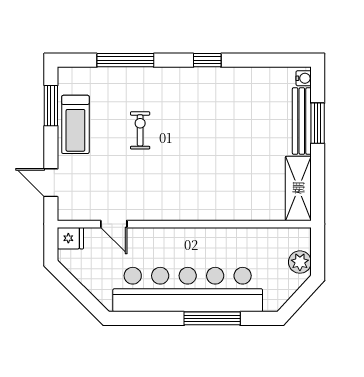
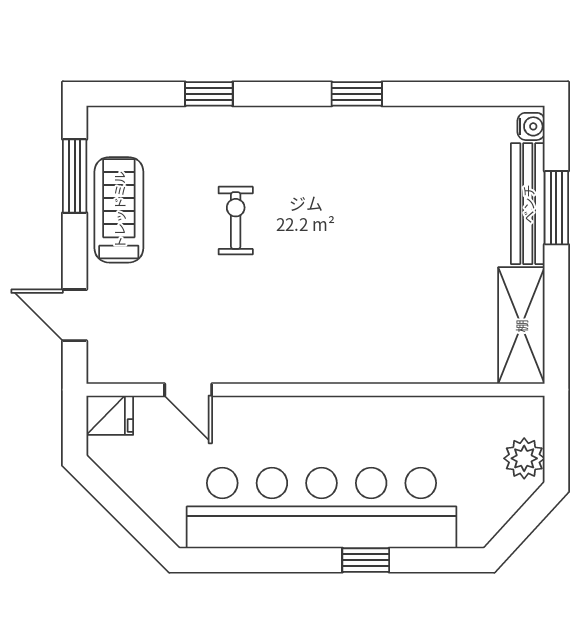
window: (125, 60) -> (209, 94), width x0.46
treadmill: (75, 124) -> (119, 210), turned 180
window: (212, 318) -> (366, 560), width x0.46

